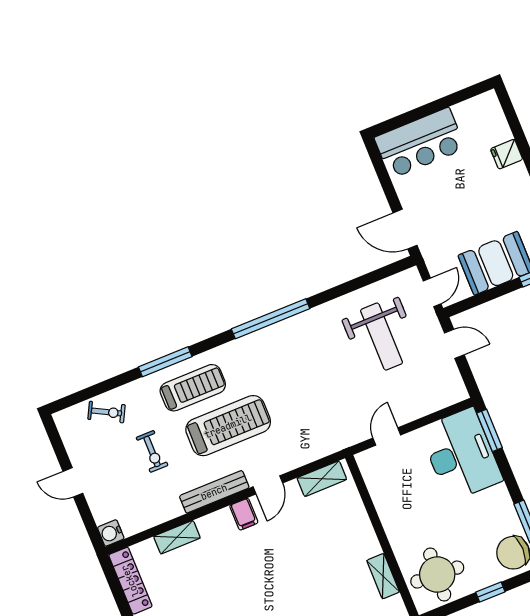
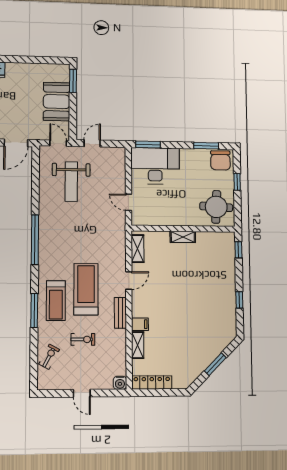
weight bench: (382, 337) -> (71, 182), turned 90
treadmill: (193, 388) -> (56, 301), turned 180
door: (73, 482) -> (82, 393), hinge flipped
door: (268, 485) -> (129, 281), hinge flipped
bench: (214, 492) -> (120, 313), width x0.73
filing cabinet: (244, 514) -> (140, 324), moved
shelving: (383, 576) -> (183, 237), moved

